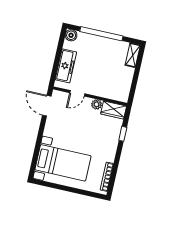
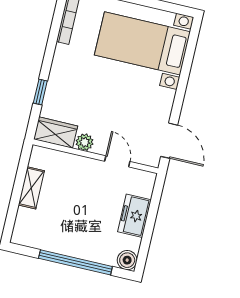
shelving: (133, 55) -> (31, 188), moved
freezer: (66, 66) -> (134, 216), width x0.71
door: (77, 93) -> (117, 161), hinge flipped

